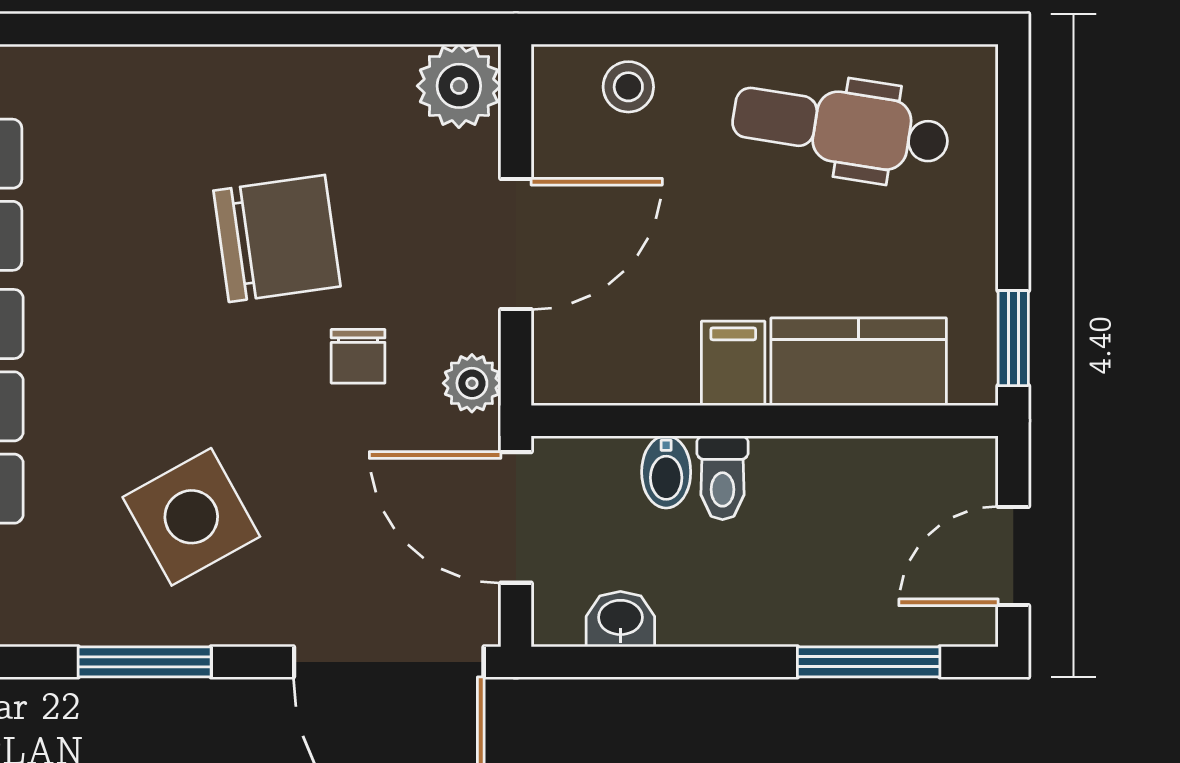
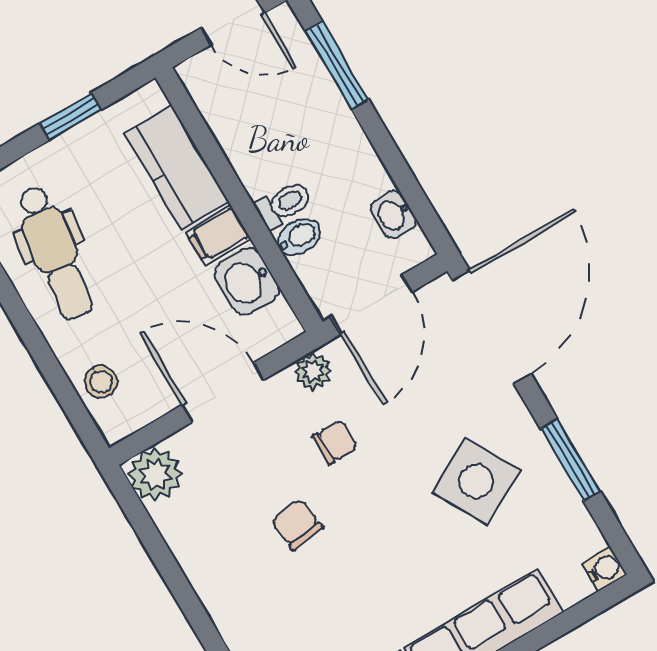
chair: (277, 238) -> (297, 524), width x0.54, depth x0.54
window: (1013, 338) -> (70, 116), moved
washbasin: (648, 365) -> (247, 281), added

